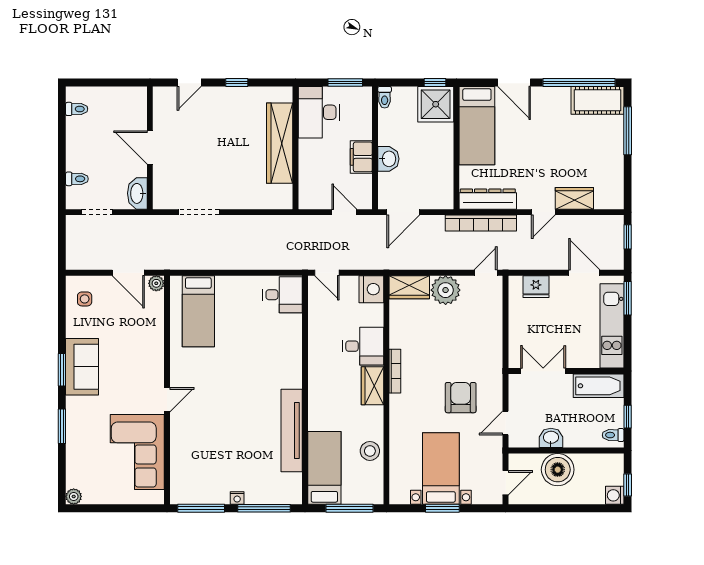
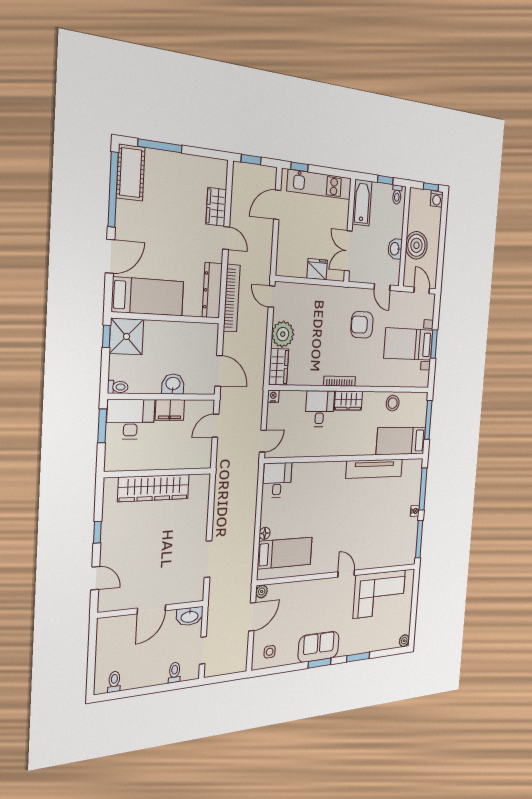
desk: (319, 112) -> (131, 419), moved, turned 180
floor lamp: (223, 282) -> (265, 533), added
fridge: (536, 287) -> (317, 269), moved, turned -90
nightstand: (371, 289) -> (273, 396), width x0.53, depth x0.56
window: (628, 298) -> (299, 167), width x0.67

